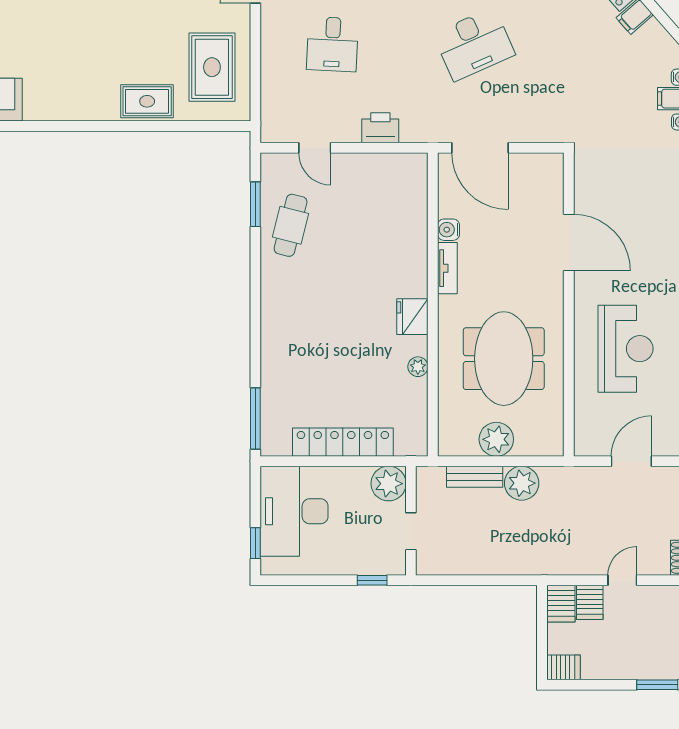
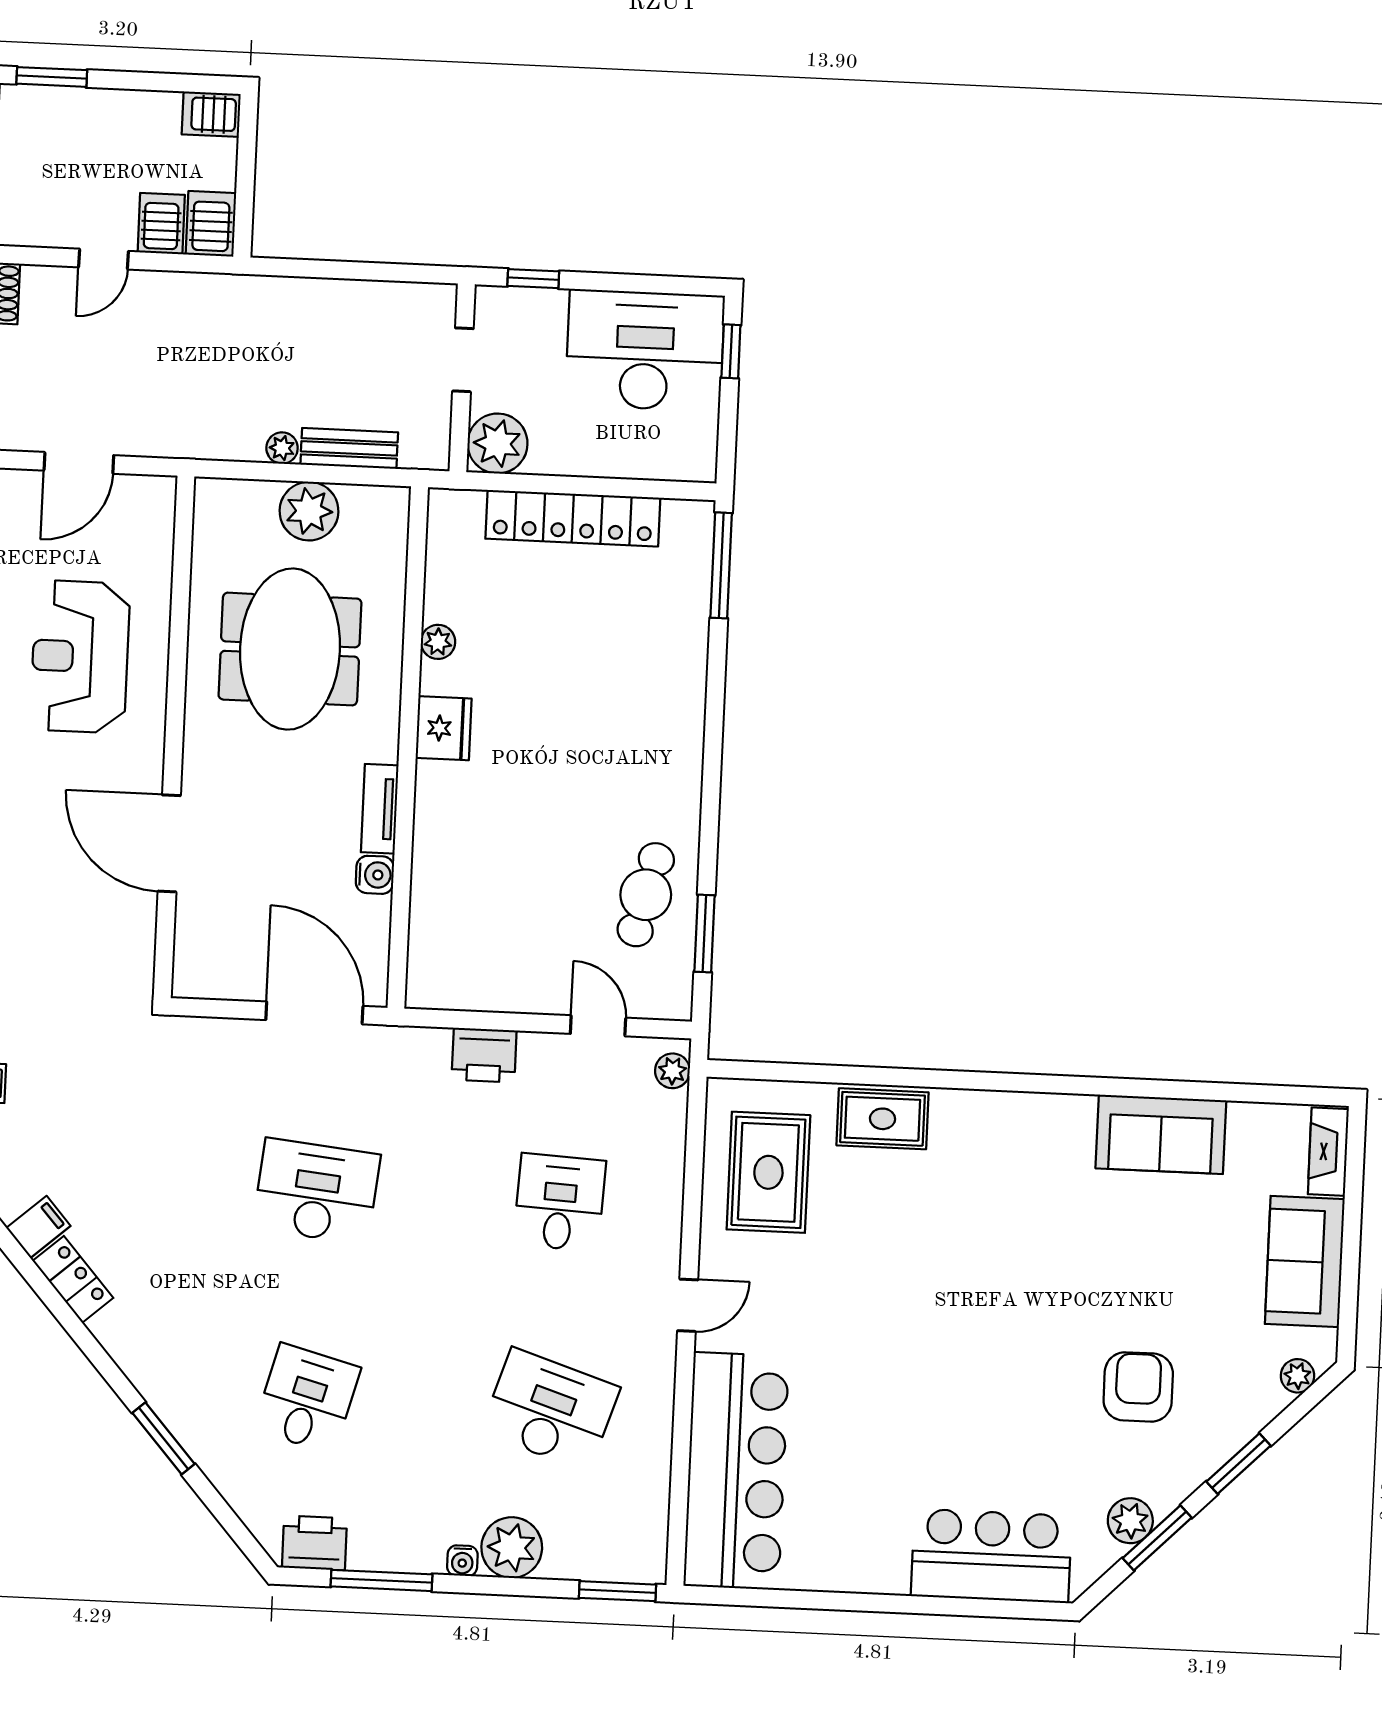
desk: (474, 44) -> (316, 1191), turned 30
plant: (270, 124) -> (672, 1071), added
plant: (522, 483) -> (282, 448), width x0.53, depth x0.53
desk: (294, 511) -> (645, 350), moved, turned -90

